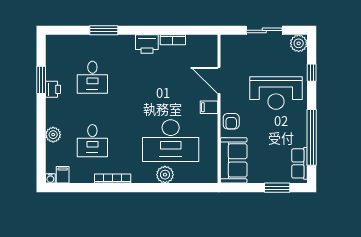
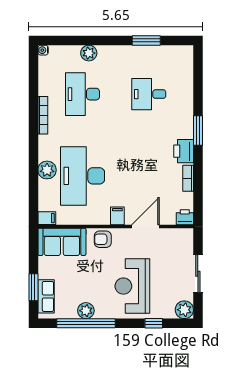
window: (104, 30) -> (198, 130), moved
printer: (53, 89) -> (185, 217), moved, turned 180
plant: (299, 137) -> (86, 311), added
desk: (92, 141) -> (83, 94), width x1.37
row of seats: (300, 163) -> (46, 296), moved, turned 90
filing cabinet: (63, 175) -> (47, 218), moved

